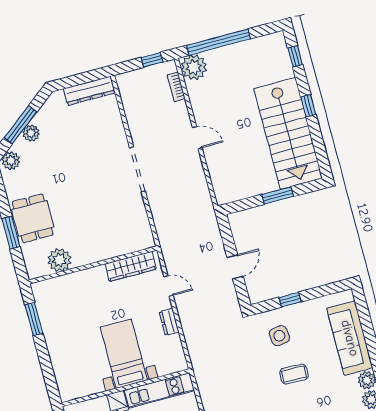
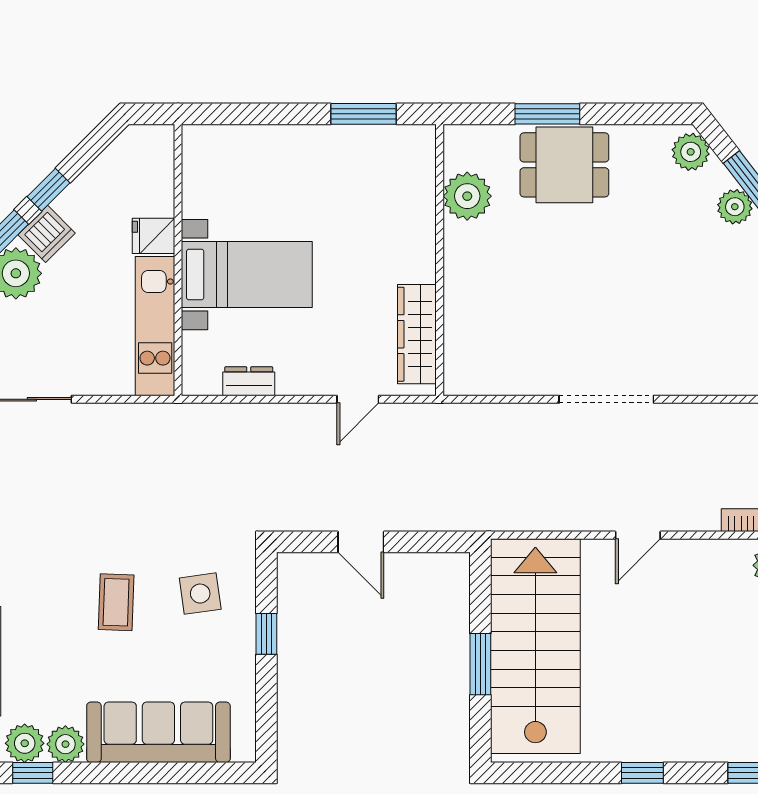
stairs: (288, 133) -> (535, 646), moved, turned 90
dresser: (169, 322) -> (249, 381), moved

